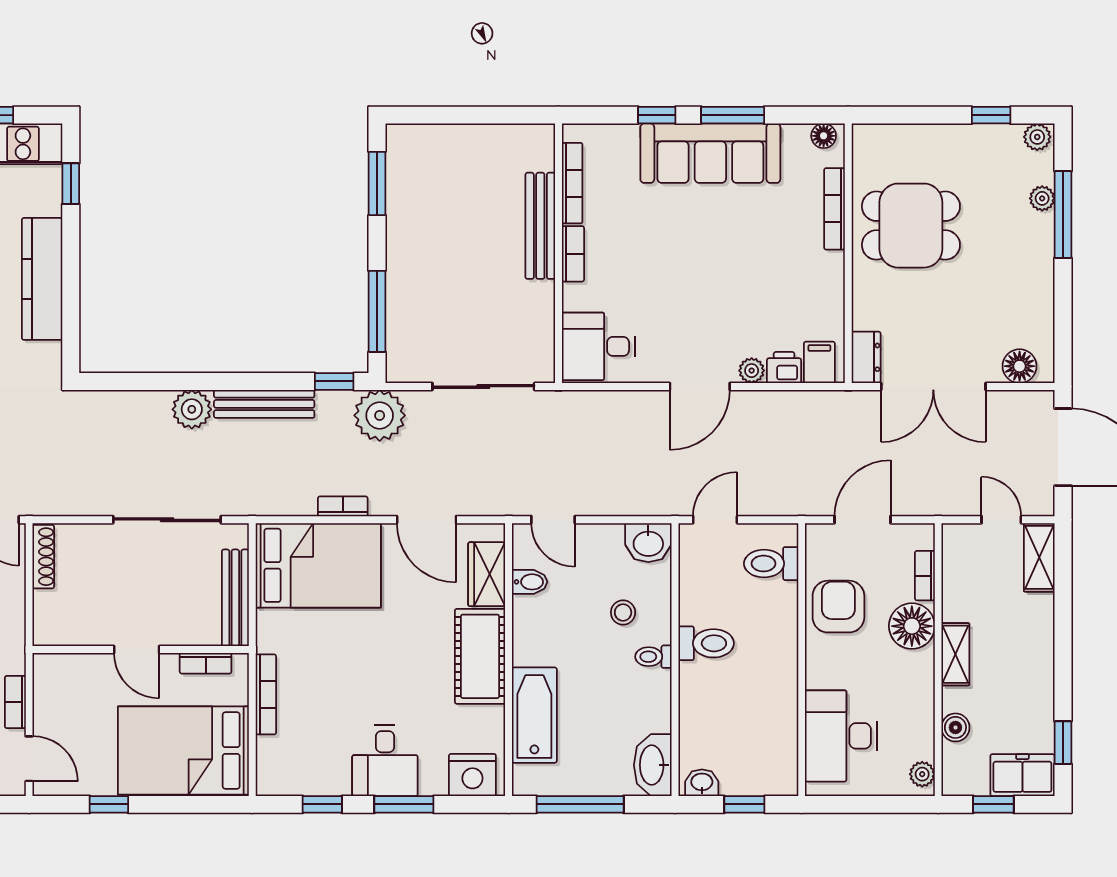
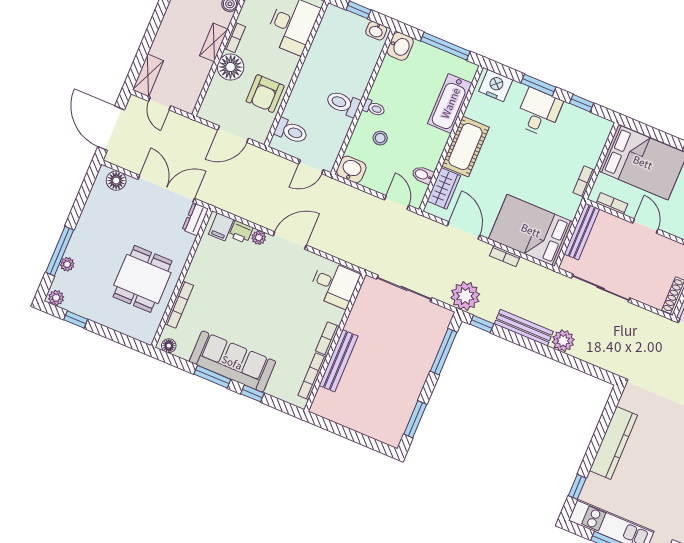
dining table: (911, 226) -> (142, 279), turned 90
bookcase: (925, 576) -> (235, 38), moved
bookcase: (266, 694) -> (584, 181), width x0.64
washbasin: (653, 765) -> (400, 46), width x0.72

